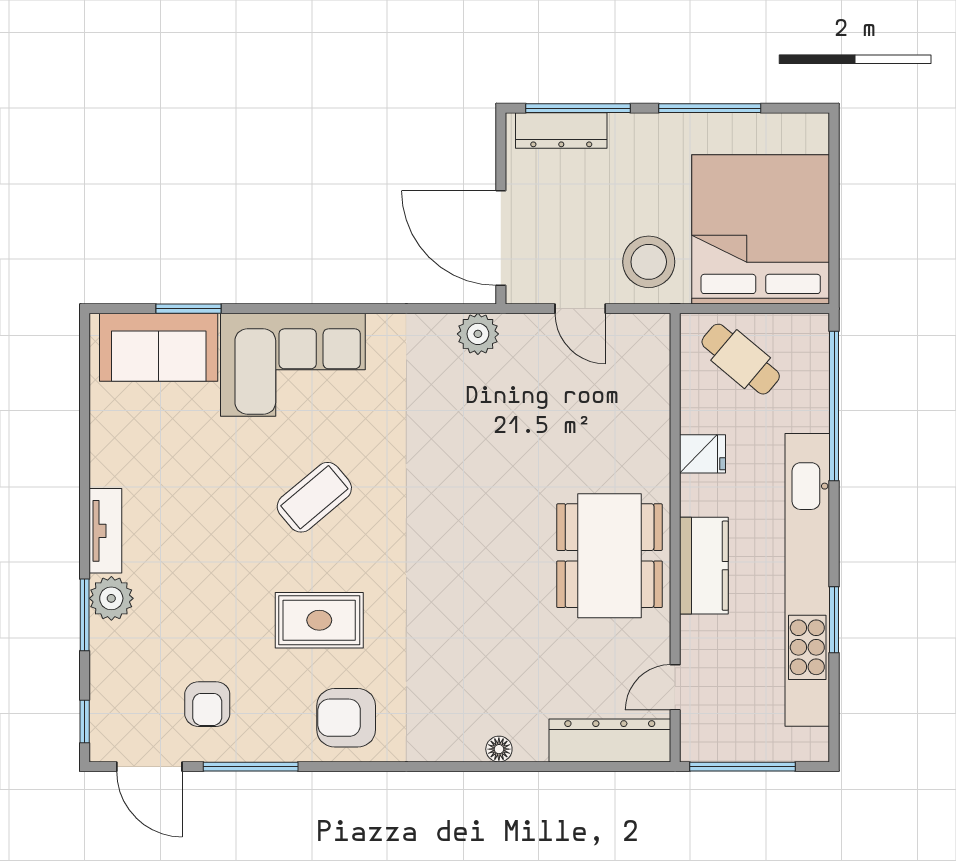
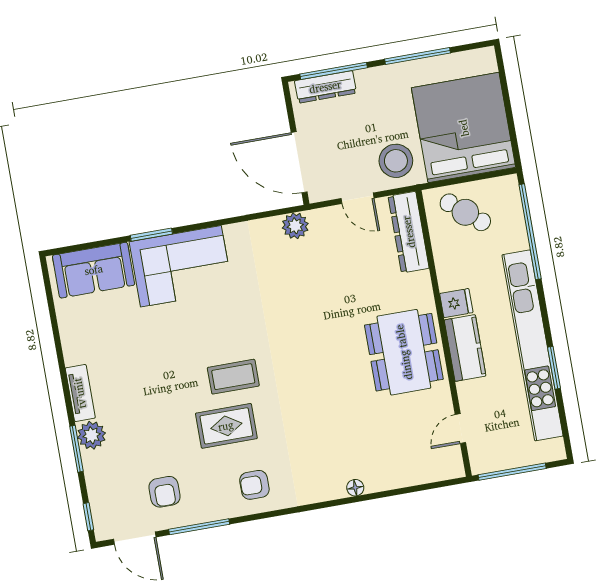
window: (188, 309) -> (151, 235), moved
fridge: (702, 454) -> (456, 303), moved
coffee table: (314, 497) -> (233, 377), moved, turned 40
armchair: (346, 718) -> (254, 485), width x0.72, depth x0.72
dresser: (610, 740) -> (409, 232), moved, turned -90

